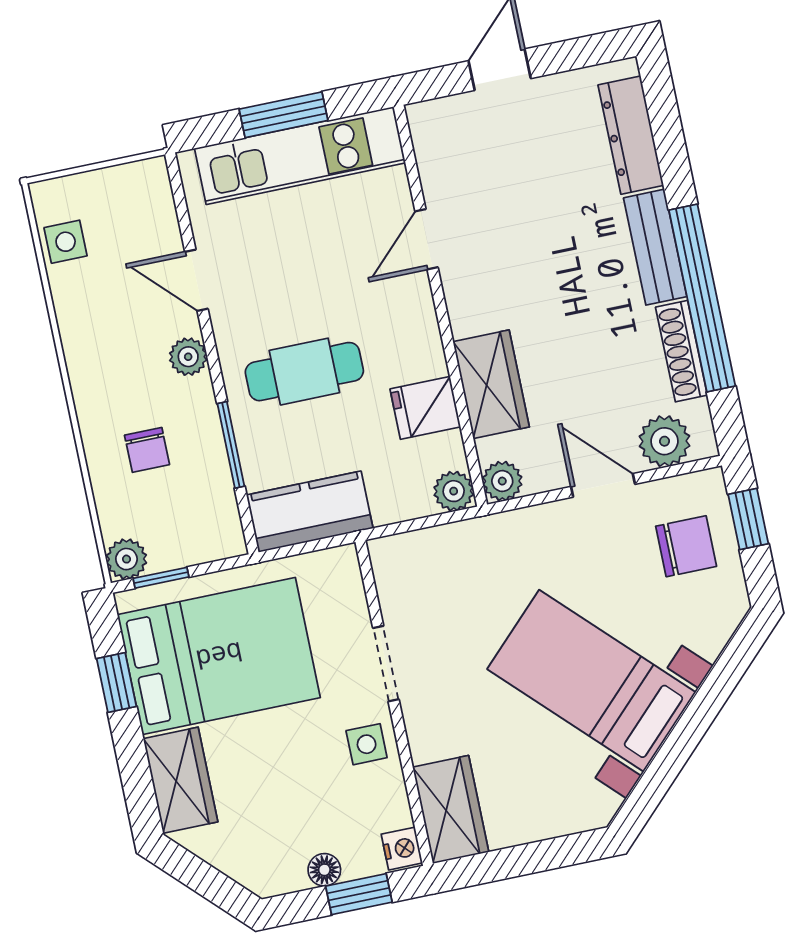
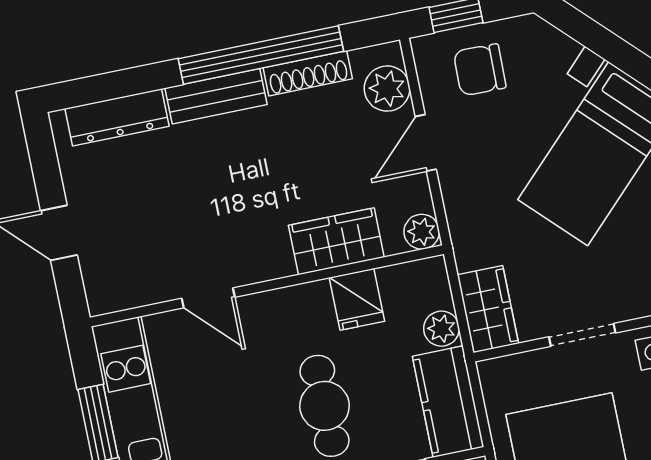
plant: (454, 491) -> (441, 329), moved
chair: (686, 546) -> (480, 70), turned -89
wardrobe: (415, 556) -> (488, 309), added

